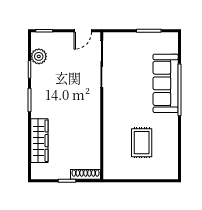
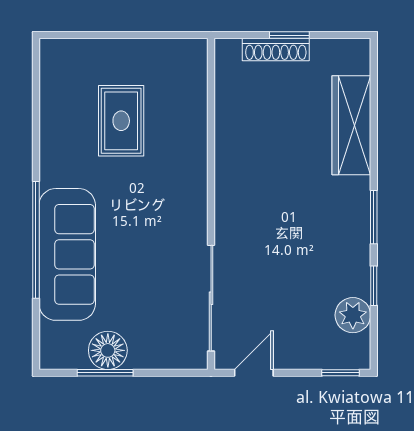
floor lamp: (148, 41) -> (108, 350), added
shoe rack: (86, 174) -> (276, 50), moved

